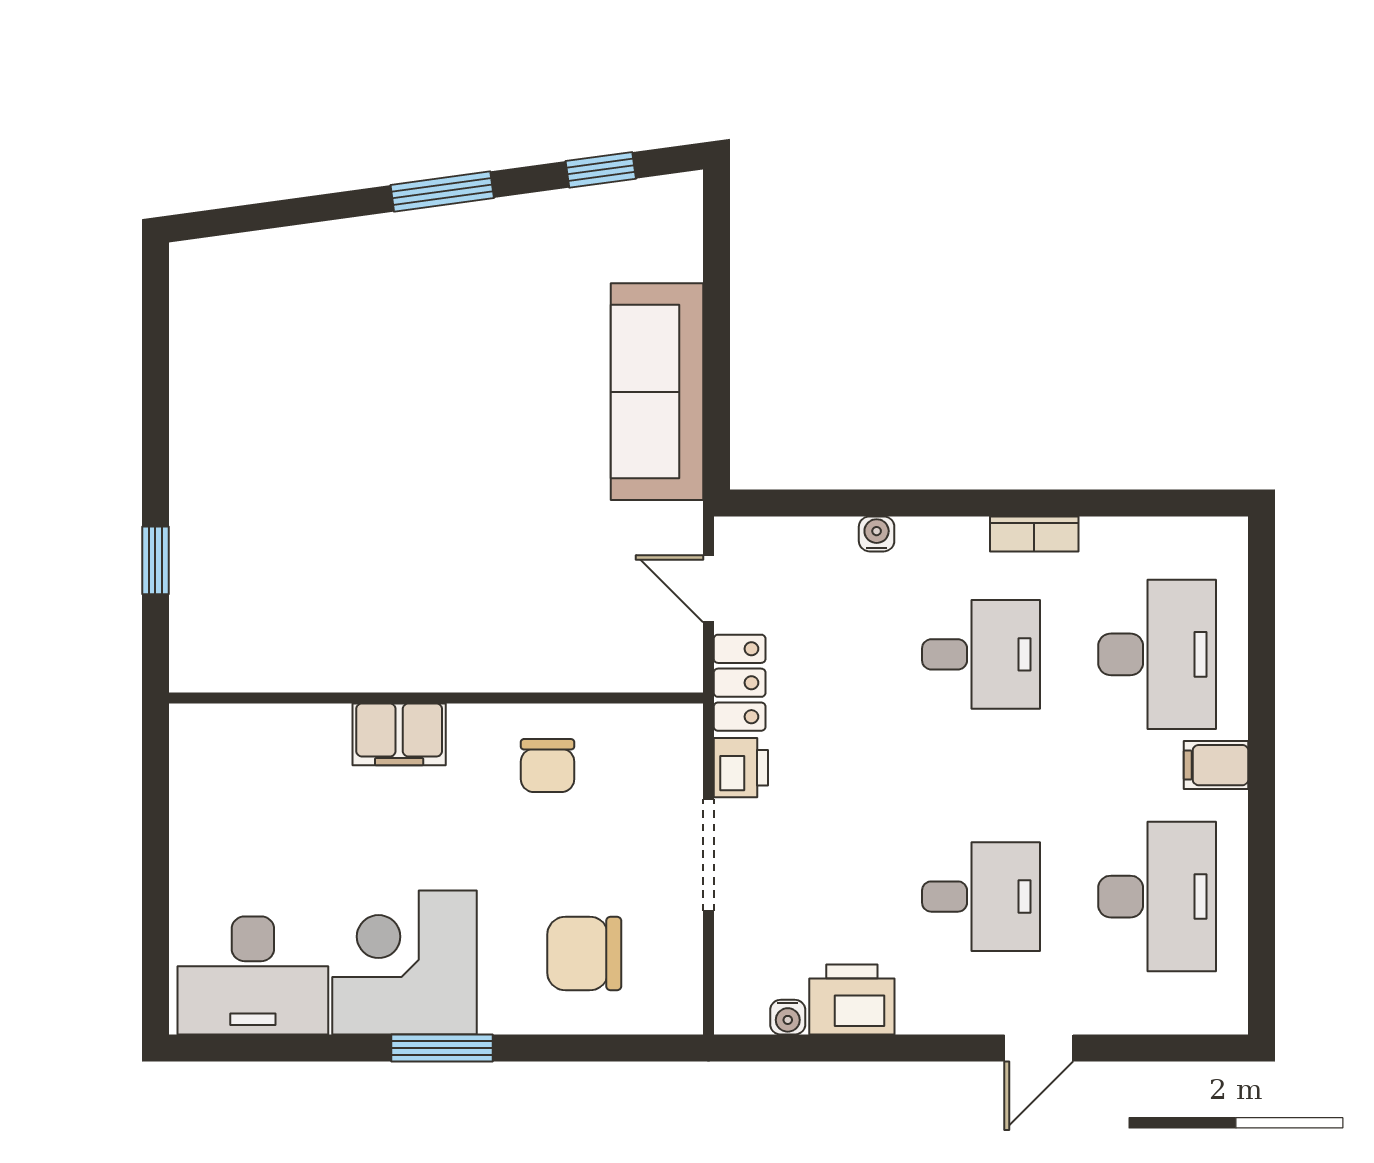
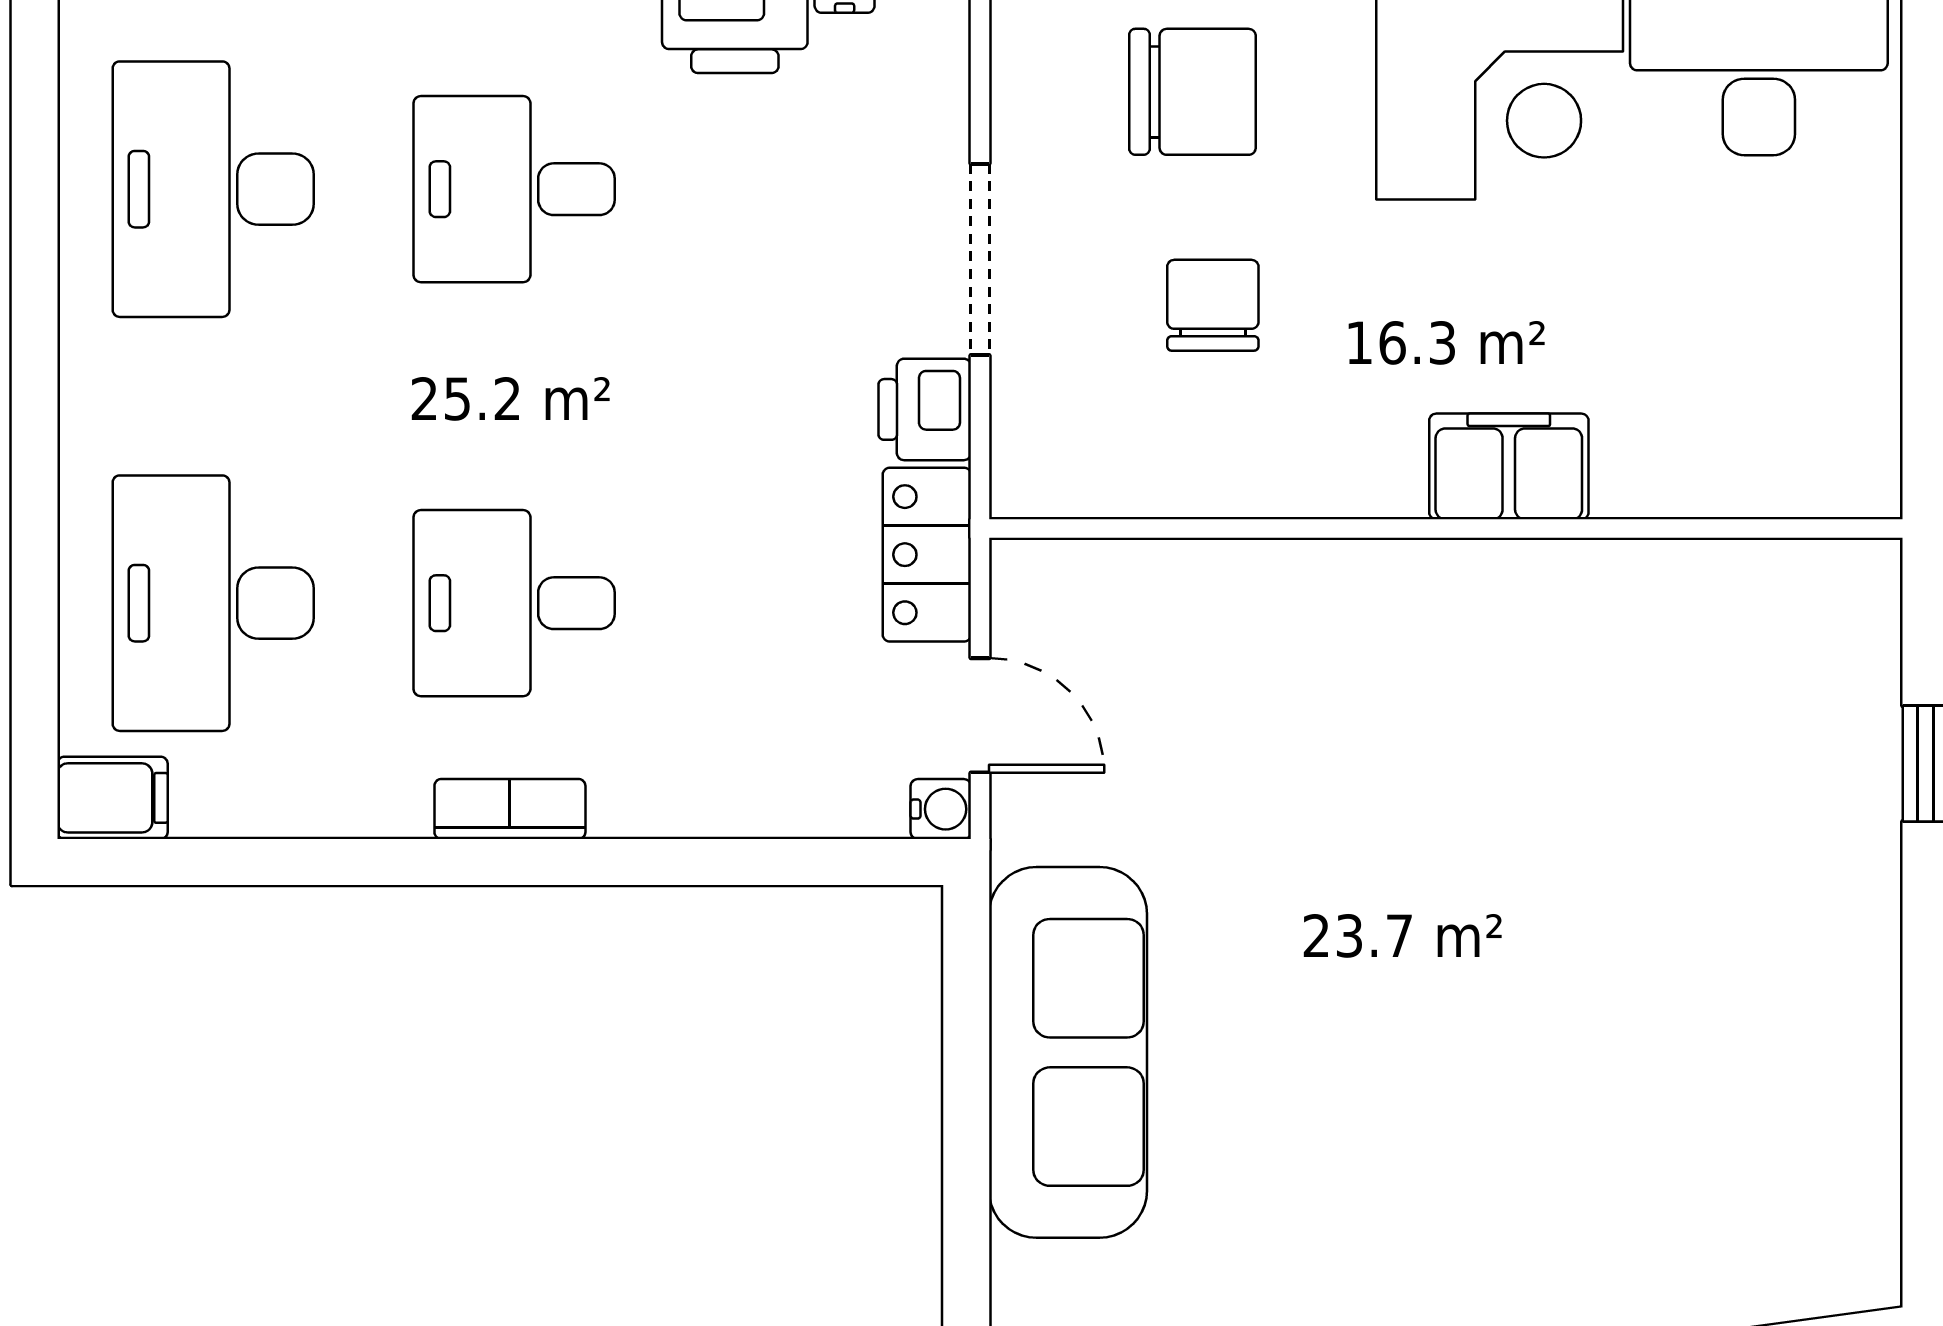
water cooler: (877, 534) -> (941, 809), moved, turned -90
bookcase: (1034, 534) -> (510, 809), moved
filing cabinet: (1216, 765) -> (113, 798), moved
chair: (548, 766) -> (1213, 305), moved

